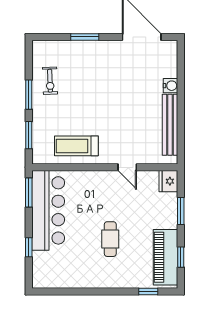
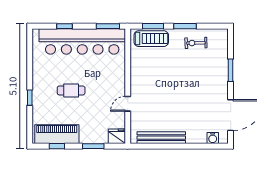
water cooler: (171, 86) -> (213, 138), moved
treadmill: (76, 146) -> (151, 39), moved, turned 90
bar counter: (48, 210) -> (82, 41), width x1.36
window: (148, 291) -> (30, 98), moved

